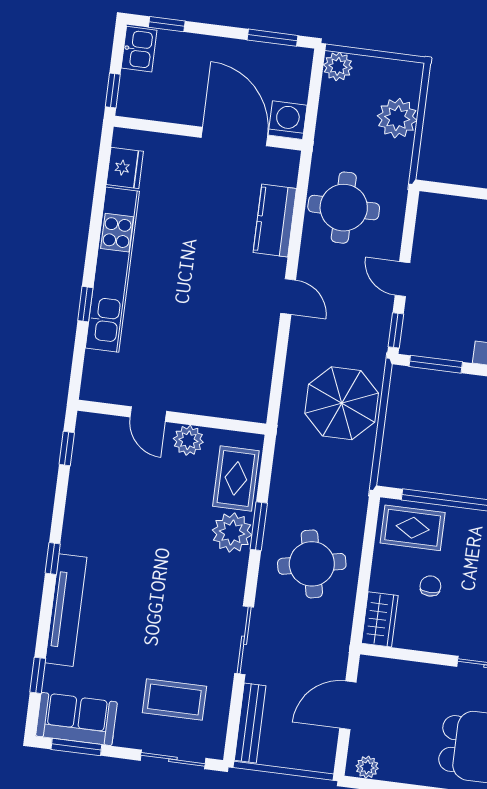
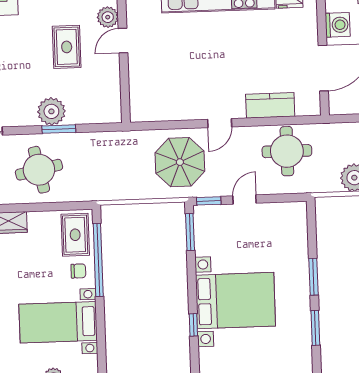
washing machine: (288, 120) -> (338, 25), moved
parasol: (342, 403) -> (180, 162), moved
plant: (188, 440) -> (108, 17), moved
rug: (236, 478) -> (67, 47), moved, turned 90
chair: (430, 586) -> (78, 271), moved

